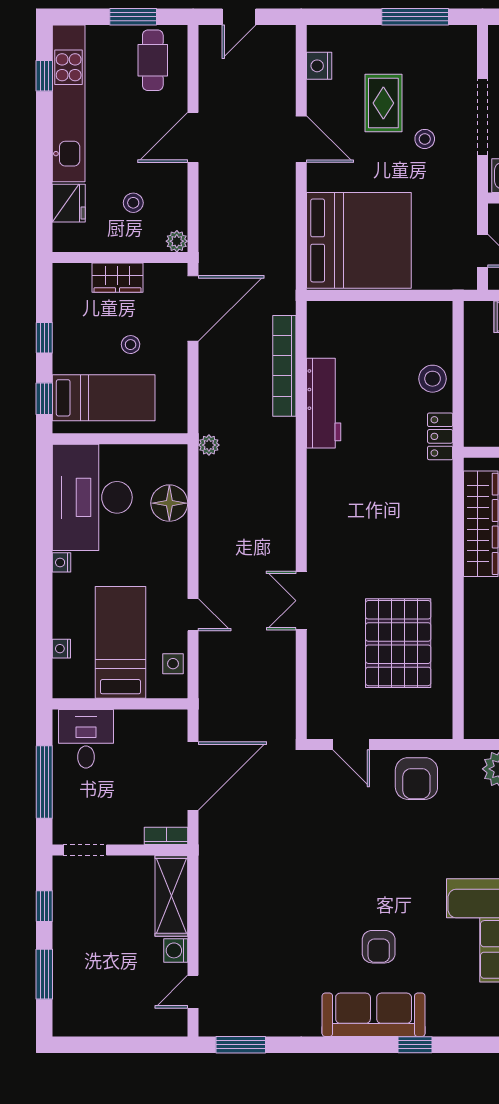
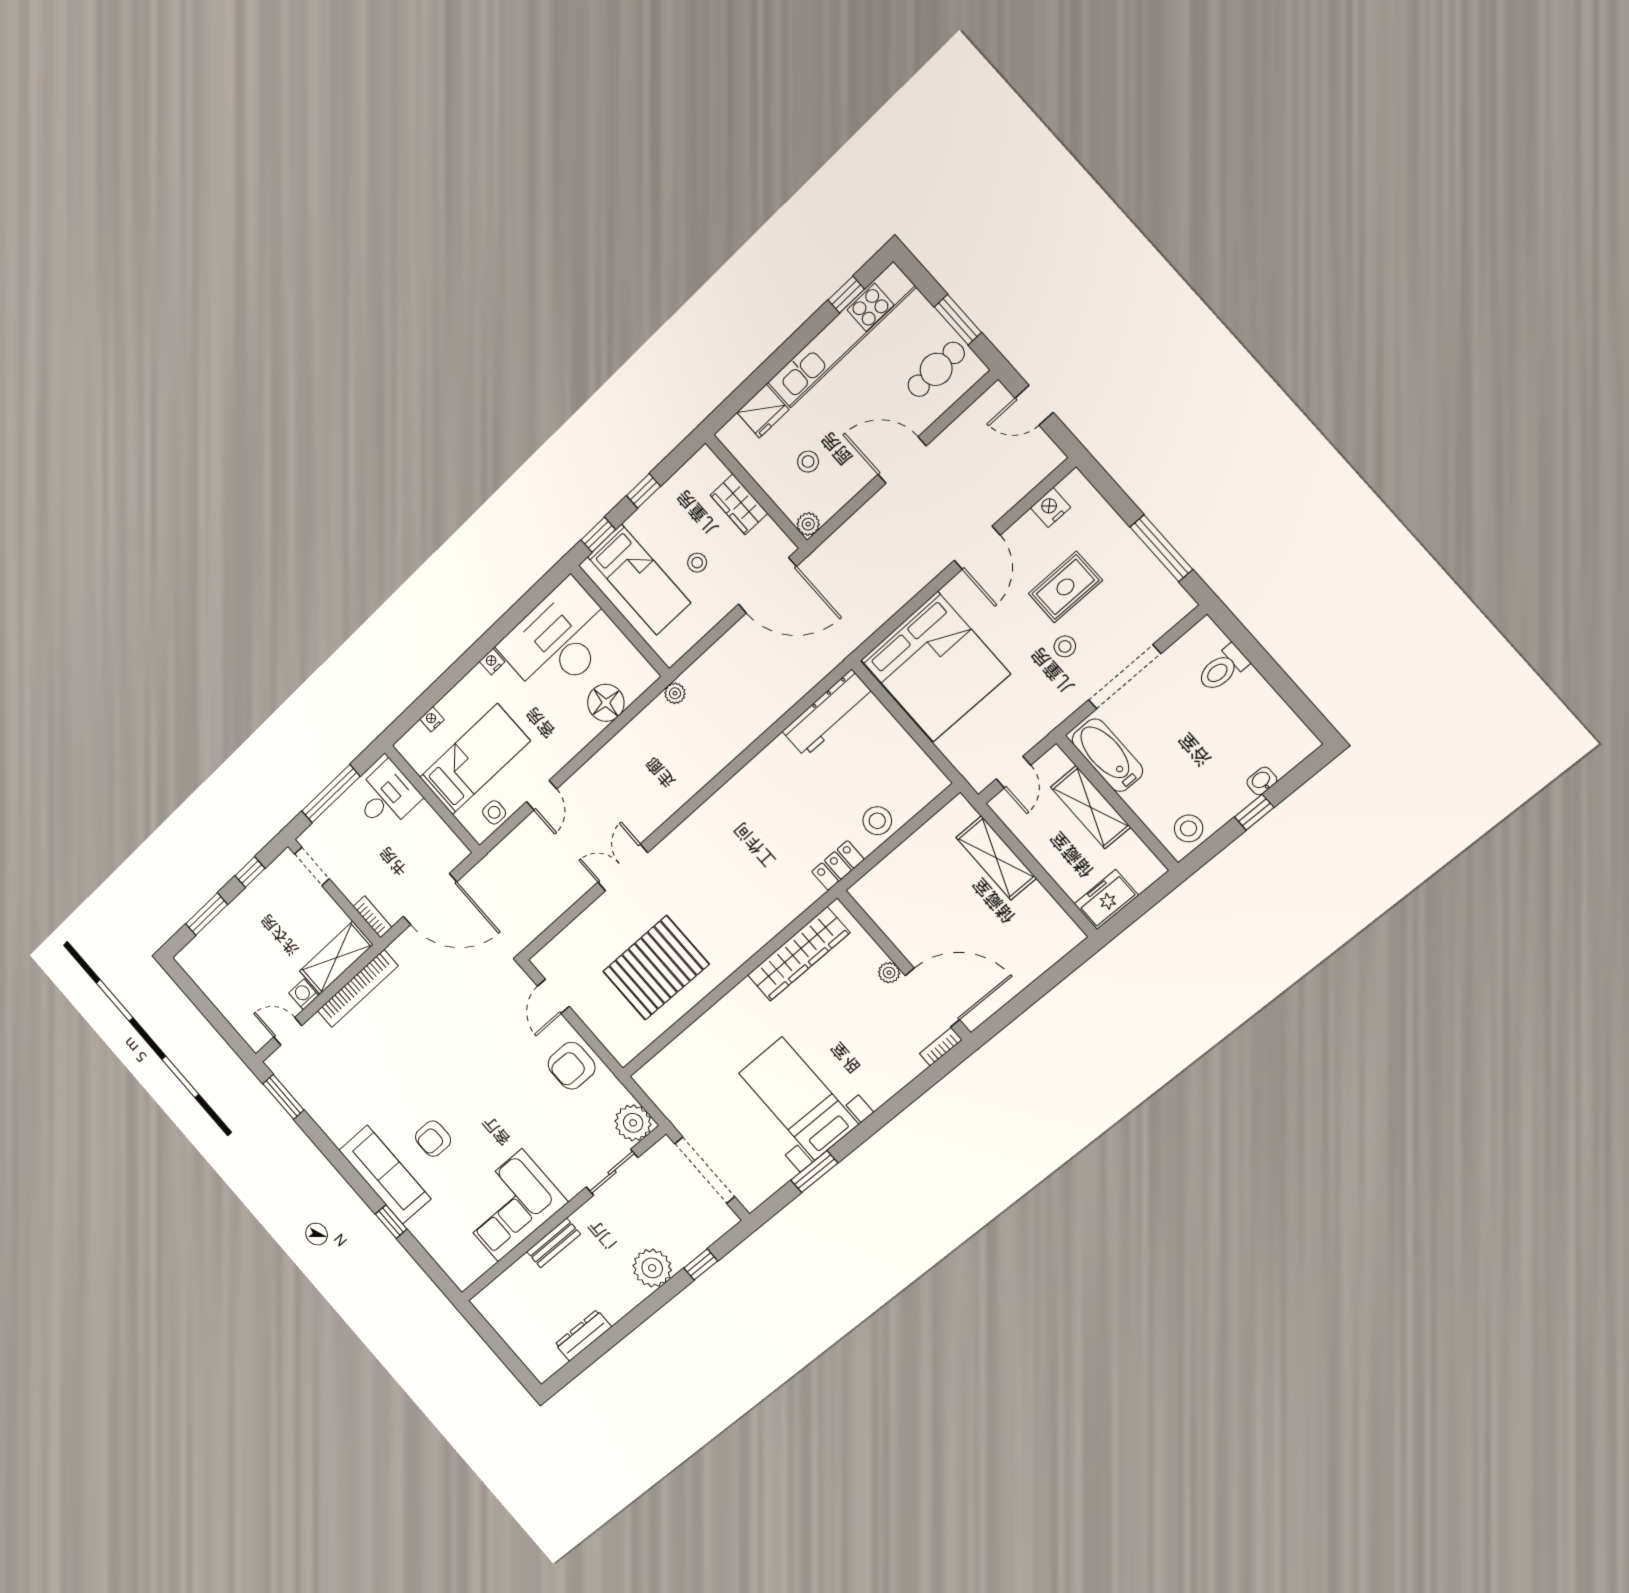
bookcase: (284, 366) -> (358, 988), moved, turned 180
workbench: (324, 403) -> (828, 713), moved

